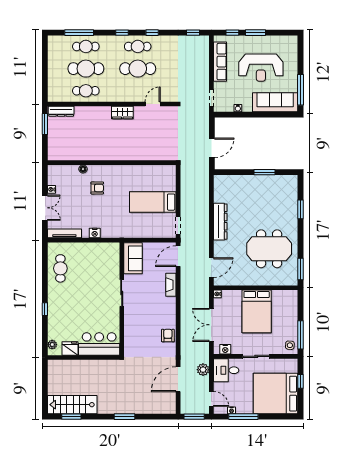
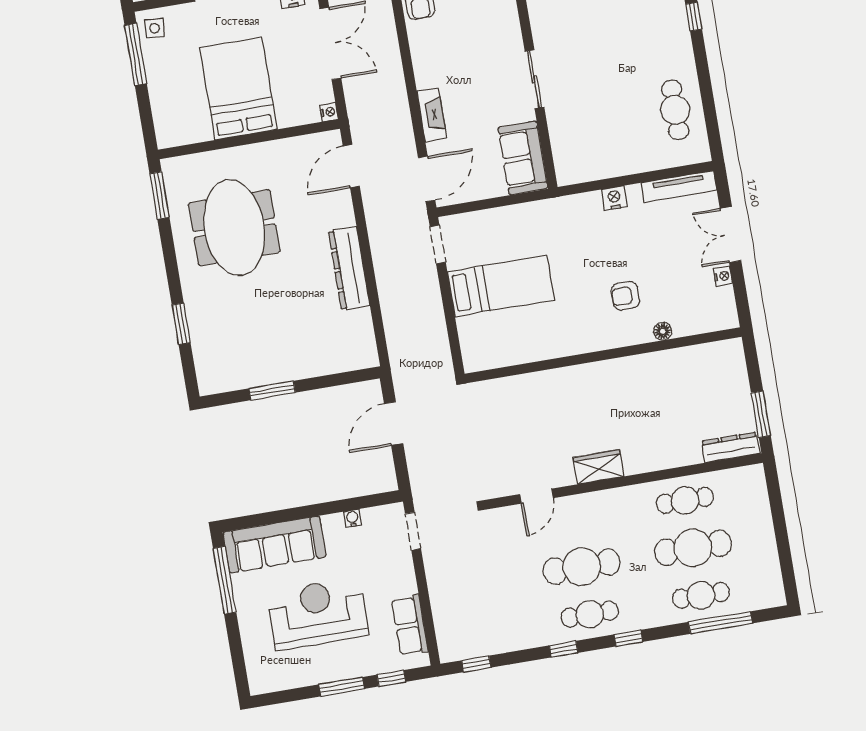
row of seats: (220, 62) -> (410, 625), width x0.68
meeting table: (269, 249) -> (234, 228), turned 90

